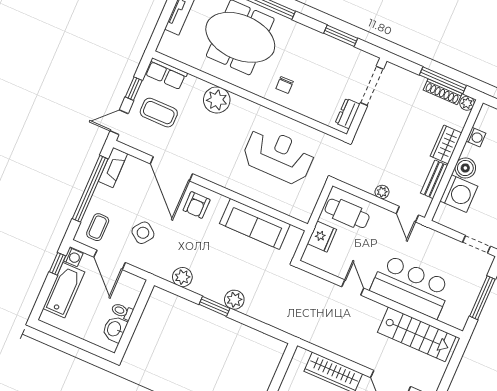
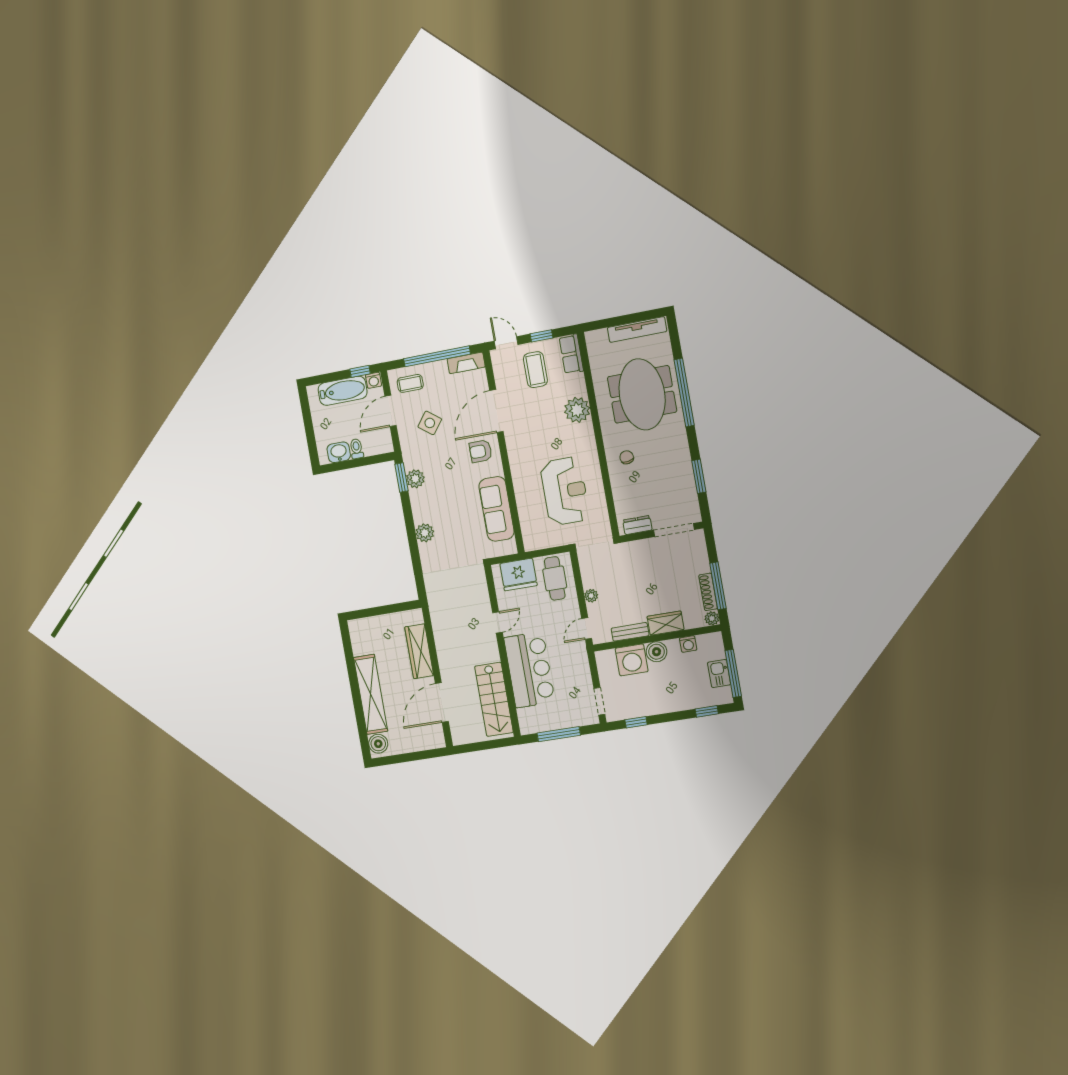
chair: (285, 85) -> (627, 457), turned 82
fridge: (322, 237) -> (519, 575), width x1.36, depth x1.34
window: (214, 306) -> (401, 478), moved

